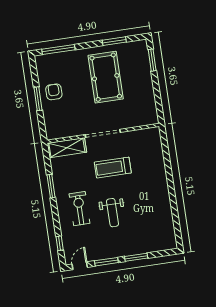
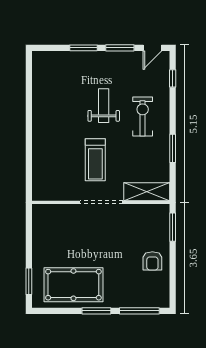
window: (114, 41) -> (96, 311), moved
pool table: (106, 77) -> (73, 285), moved, turned 90
window: (38, 99) -> (173, 227), moved
treadmill: (113, 168) -> (95, 160), turned 90
exercise bike: (79, 209) -> (143, 116), turned 180

